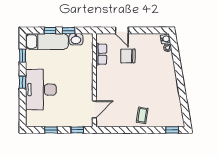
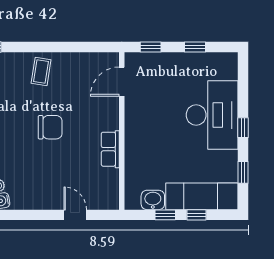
row of seats: (101, 54) -> (110, 149), moved
chair: (128, 56) -> (50, 127), moved

